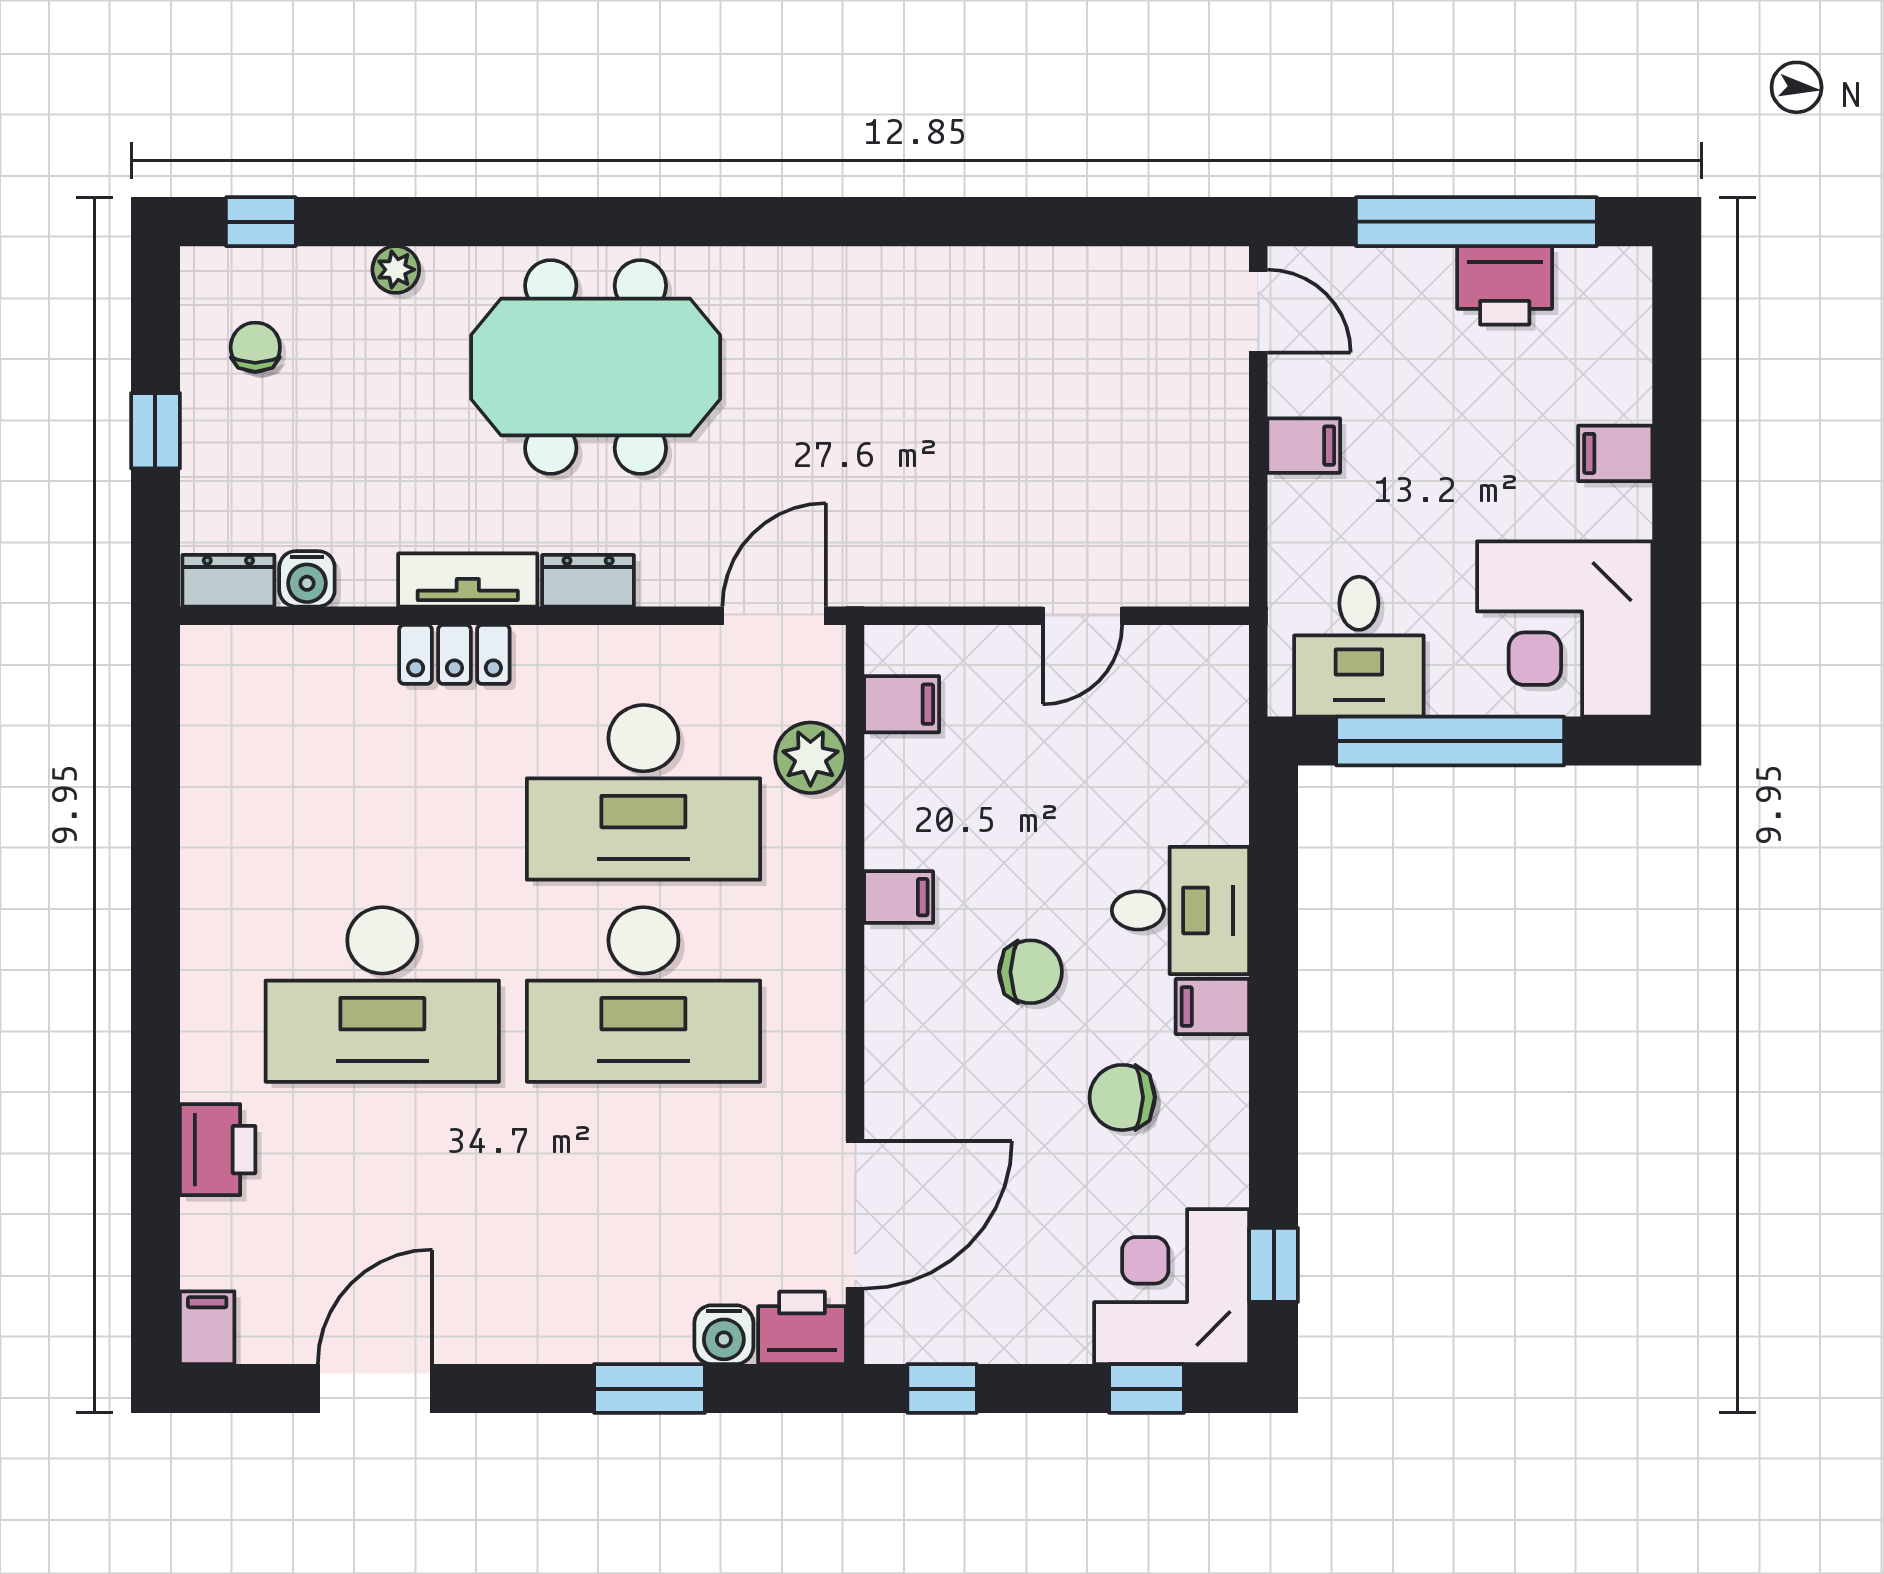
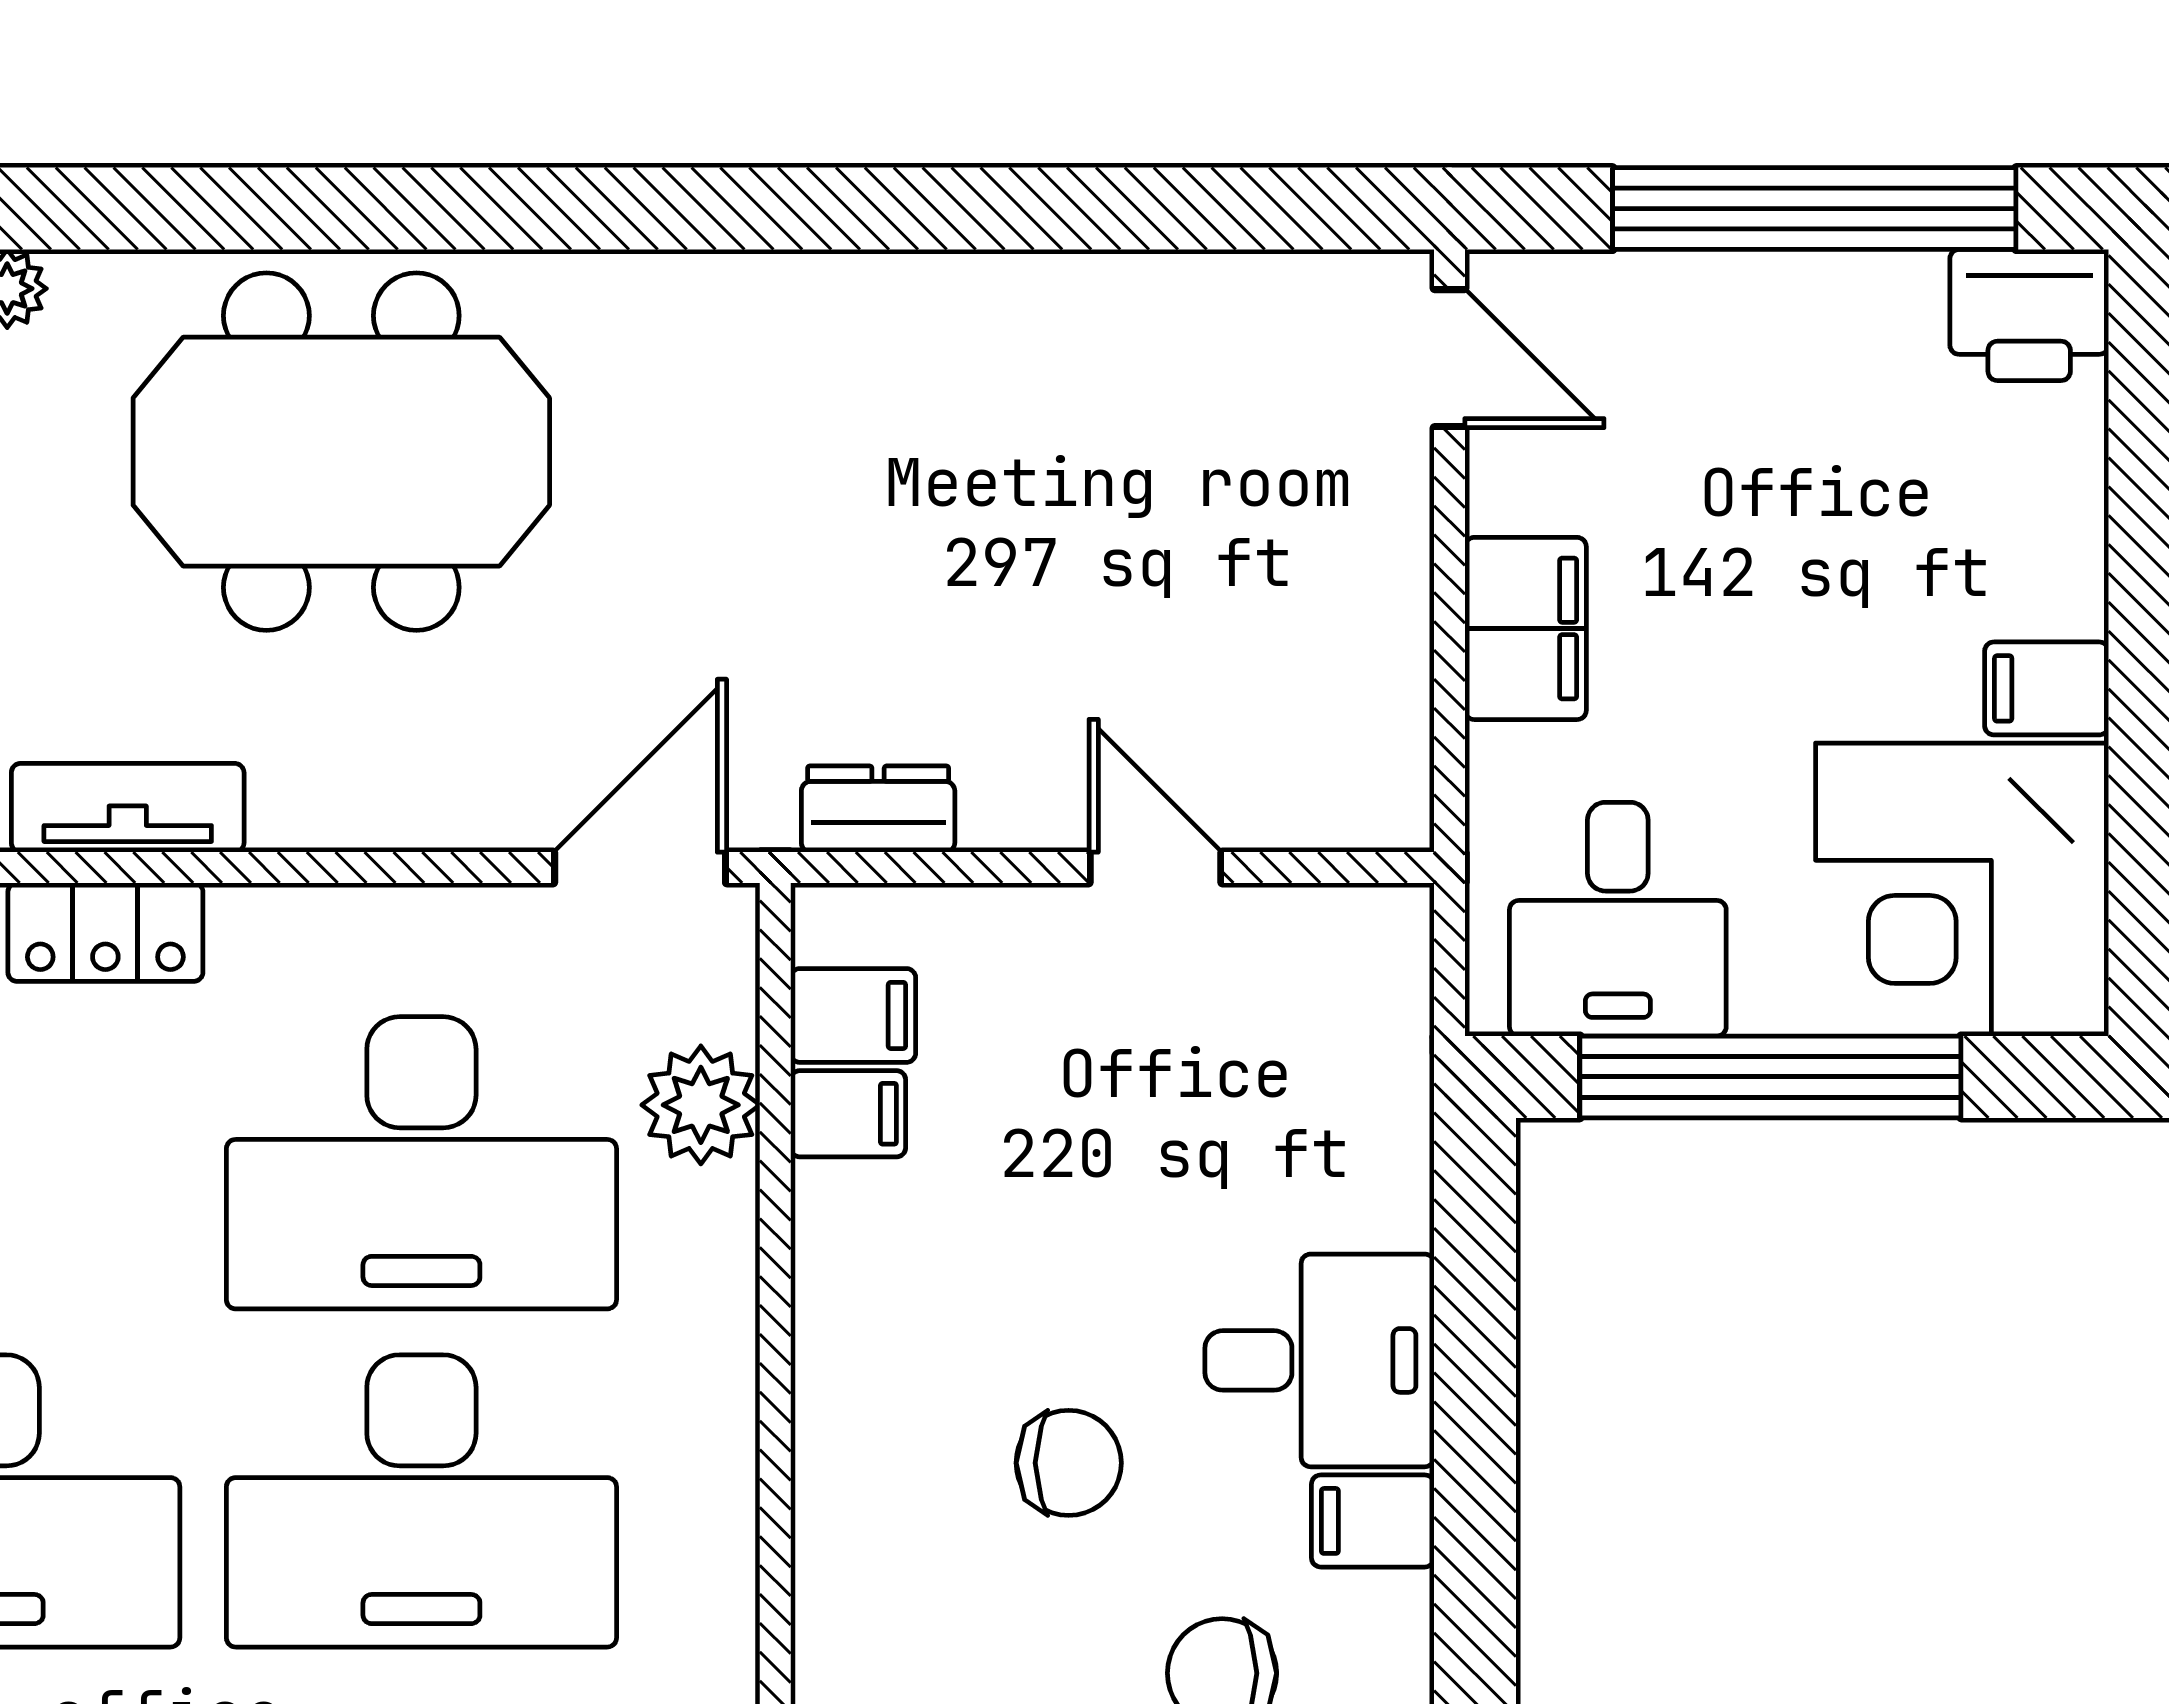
printer: (1505, 285) -> (2029, 315), moved
filing cabinet: (1304, 446) -> (1526, 628), width x2.00
filing cabinet: (1615, 453) -> (2047, 688), moved
dresser: (588, 581) -> (878, 809), moved
door: (1082, 616) -> (1156, 867), swing flipped
filing cabinet: (899, 897) -> (848, 1114), moved

